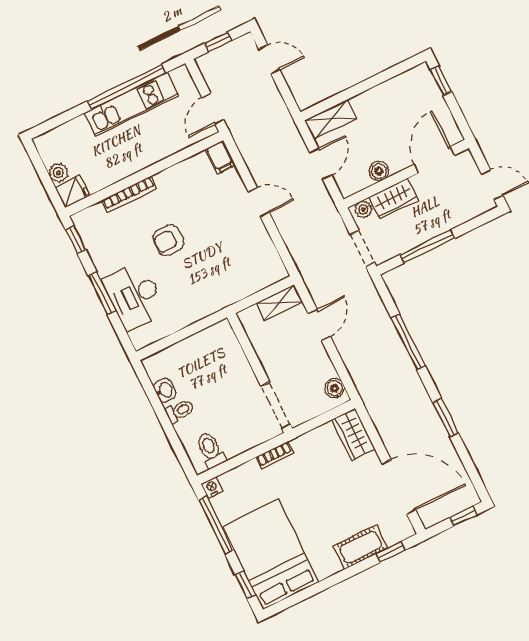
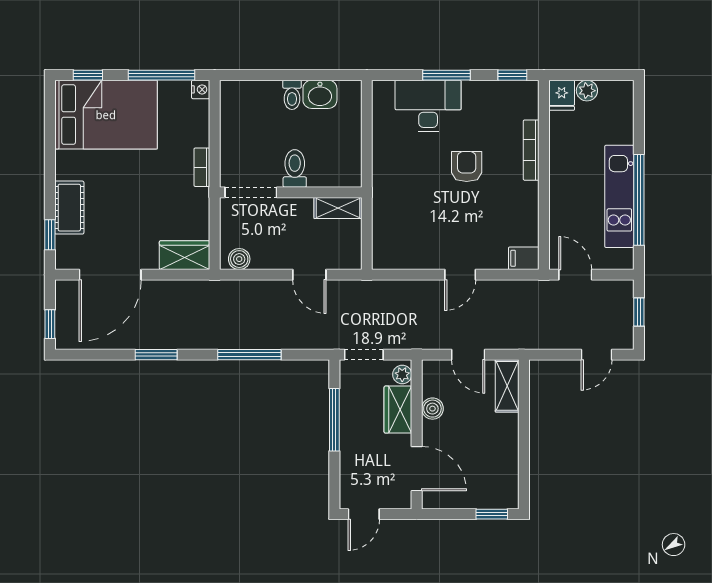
shelving: (279, 302) -> (338, 208), moved, turned 90
washbasin: (165, 390) -> (320, 94), width x1.38, depth x1.45
toilet: (211, 450) -> (295, 168), moved, turned -90

